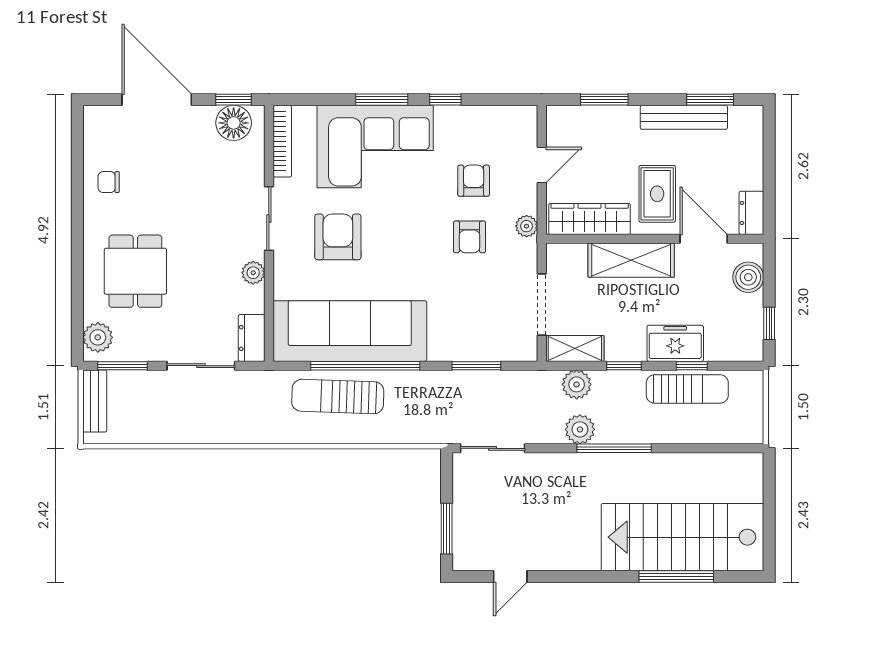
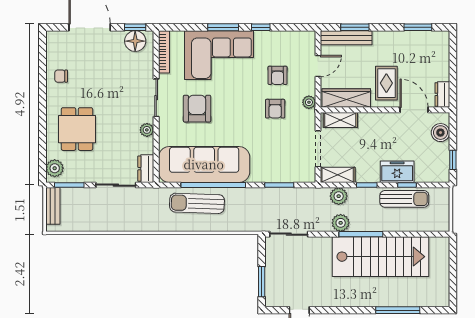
bench: (684, 117) -> (346, 38), moved
armchair: (474, 181) -> (278, 75), turned 180
shelving: (631, 260) -> (340, 120), moved, width x0.67, depth x0.75
stairs: (682, 537) -> (381, 257), moved, turned 180

